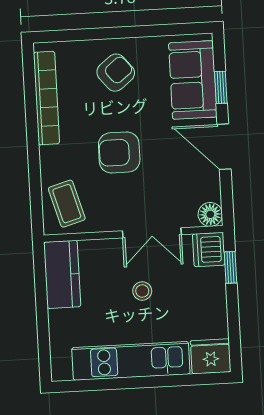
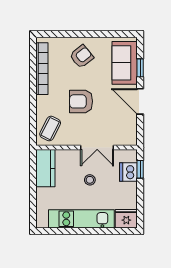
coffee table: (67, 204) -> (50, 129), turned 43
floor lamp: (210, 214) -> (130, 139), removed
dishwasher: (209, 250) -> (128, 172), moved

